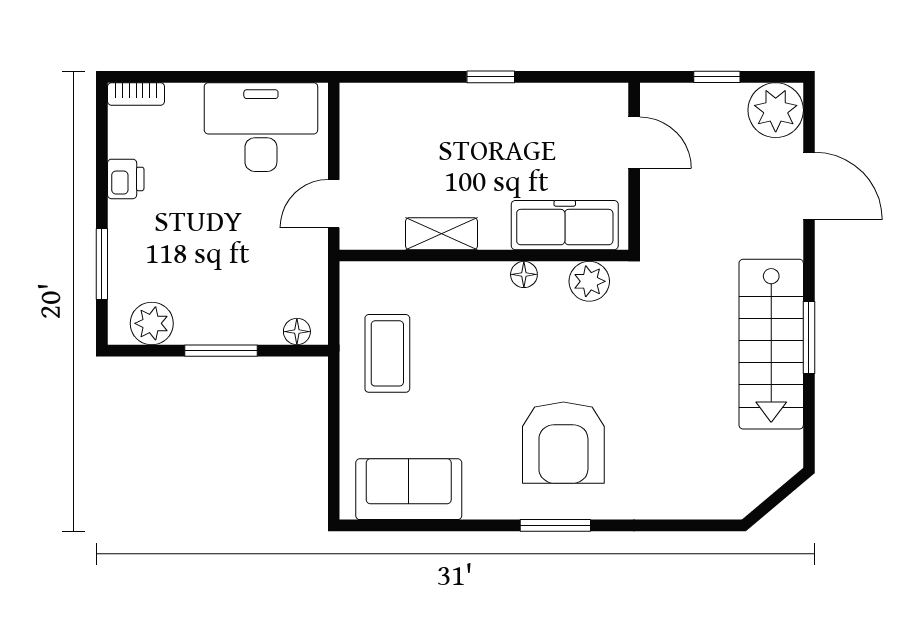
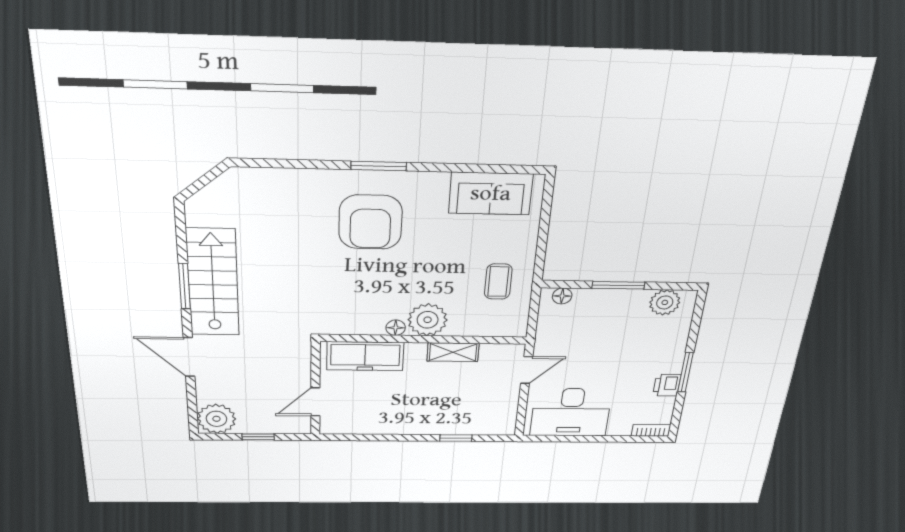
window: (491, 77) -> (456, 438), moved
door: (634, 143) -> (315, 402), hinge flipped
door: (809, 186) -> (189, 357), moved
window: (102, 264) -> (685, 372), moved
plant: (589, 281) -> (428, 320), moved, width x1.36, depth x1.36
coffee table: (387, 353) -> (498, 282), width x0.73, depth x0.77
armchair: (563, 443) -> (370, 222), turned 180

